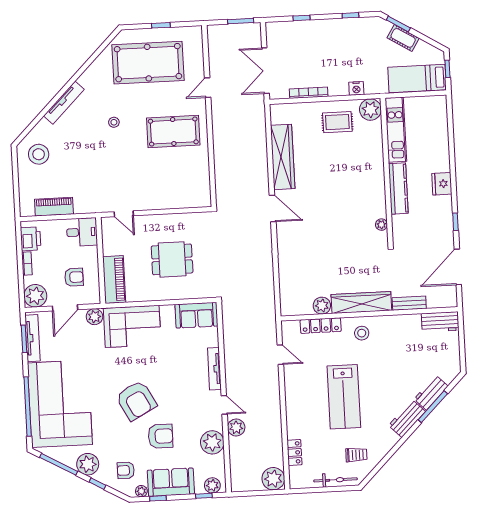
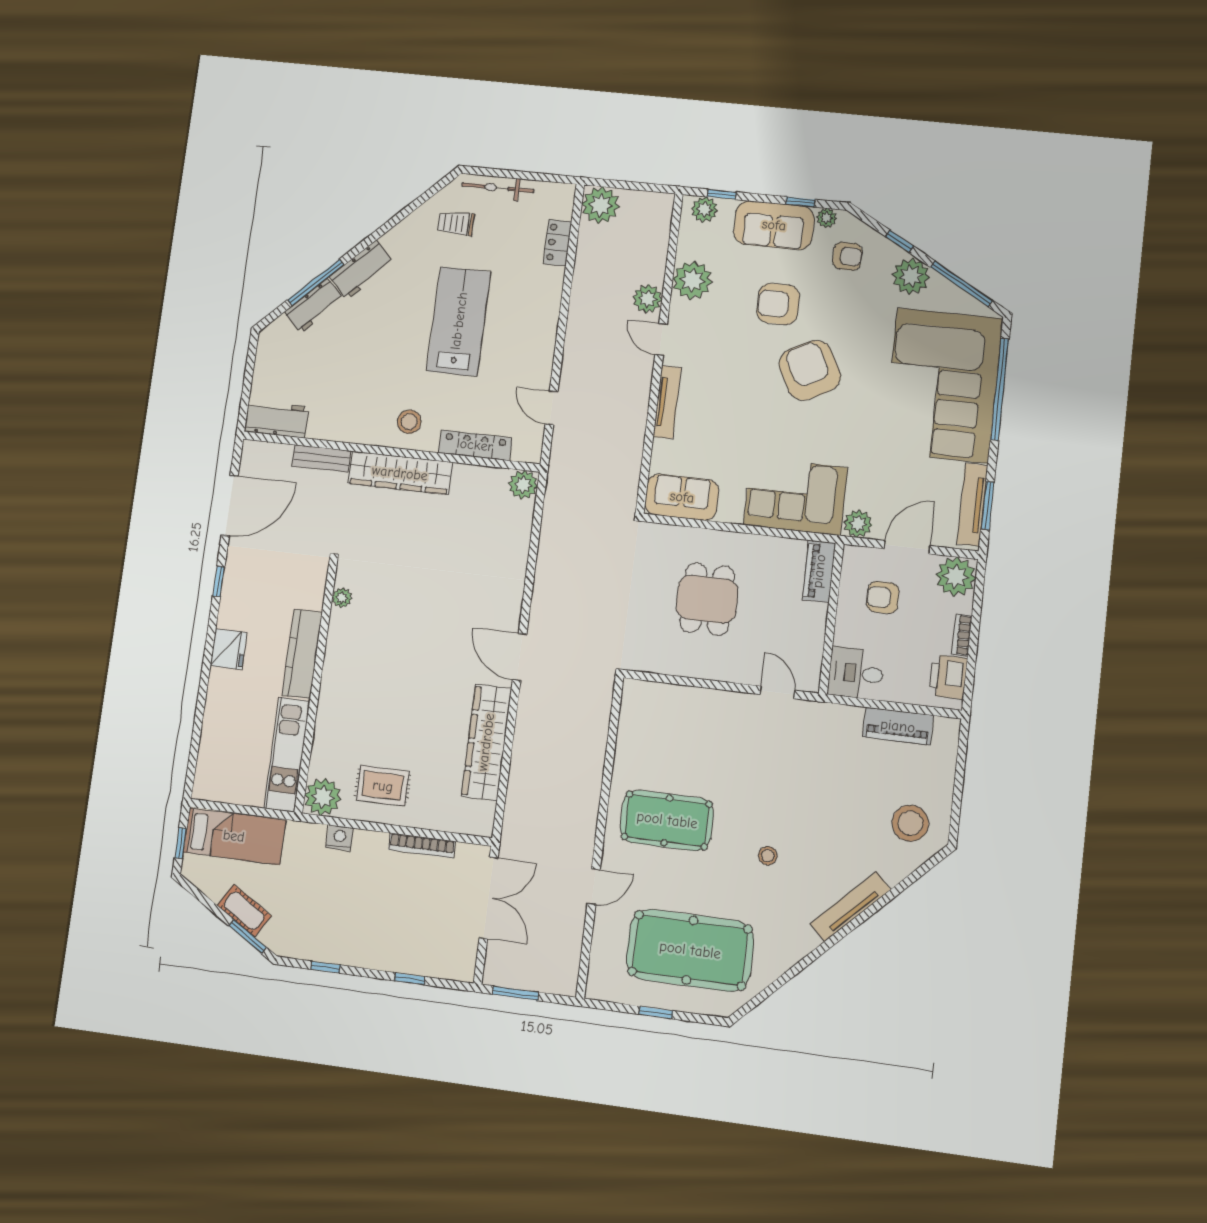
dining table: (172, 259) -> (707, 599), turned 90
piano: (114, 279) -> (819, 571), width x0.73, depth x0.75
plant: (322, 306) -> (523, 485), moved

